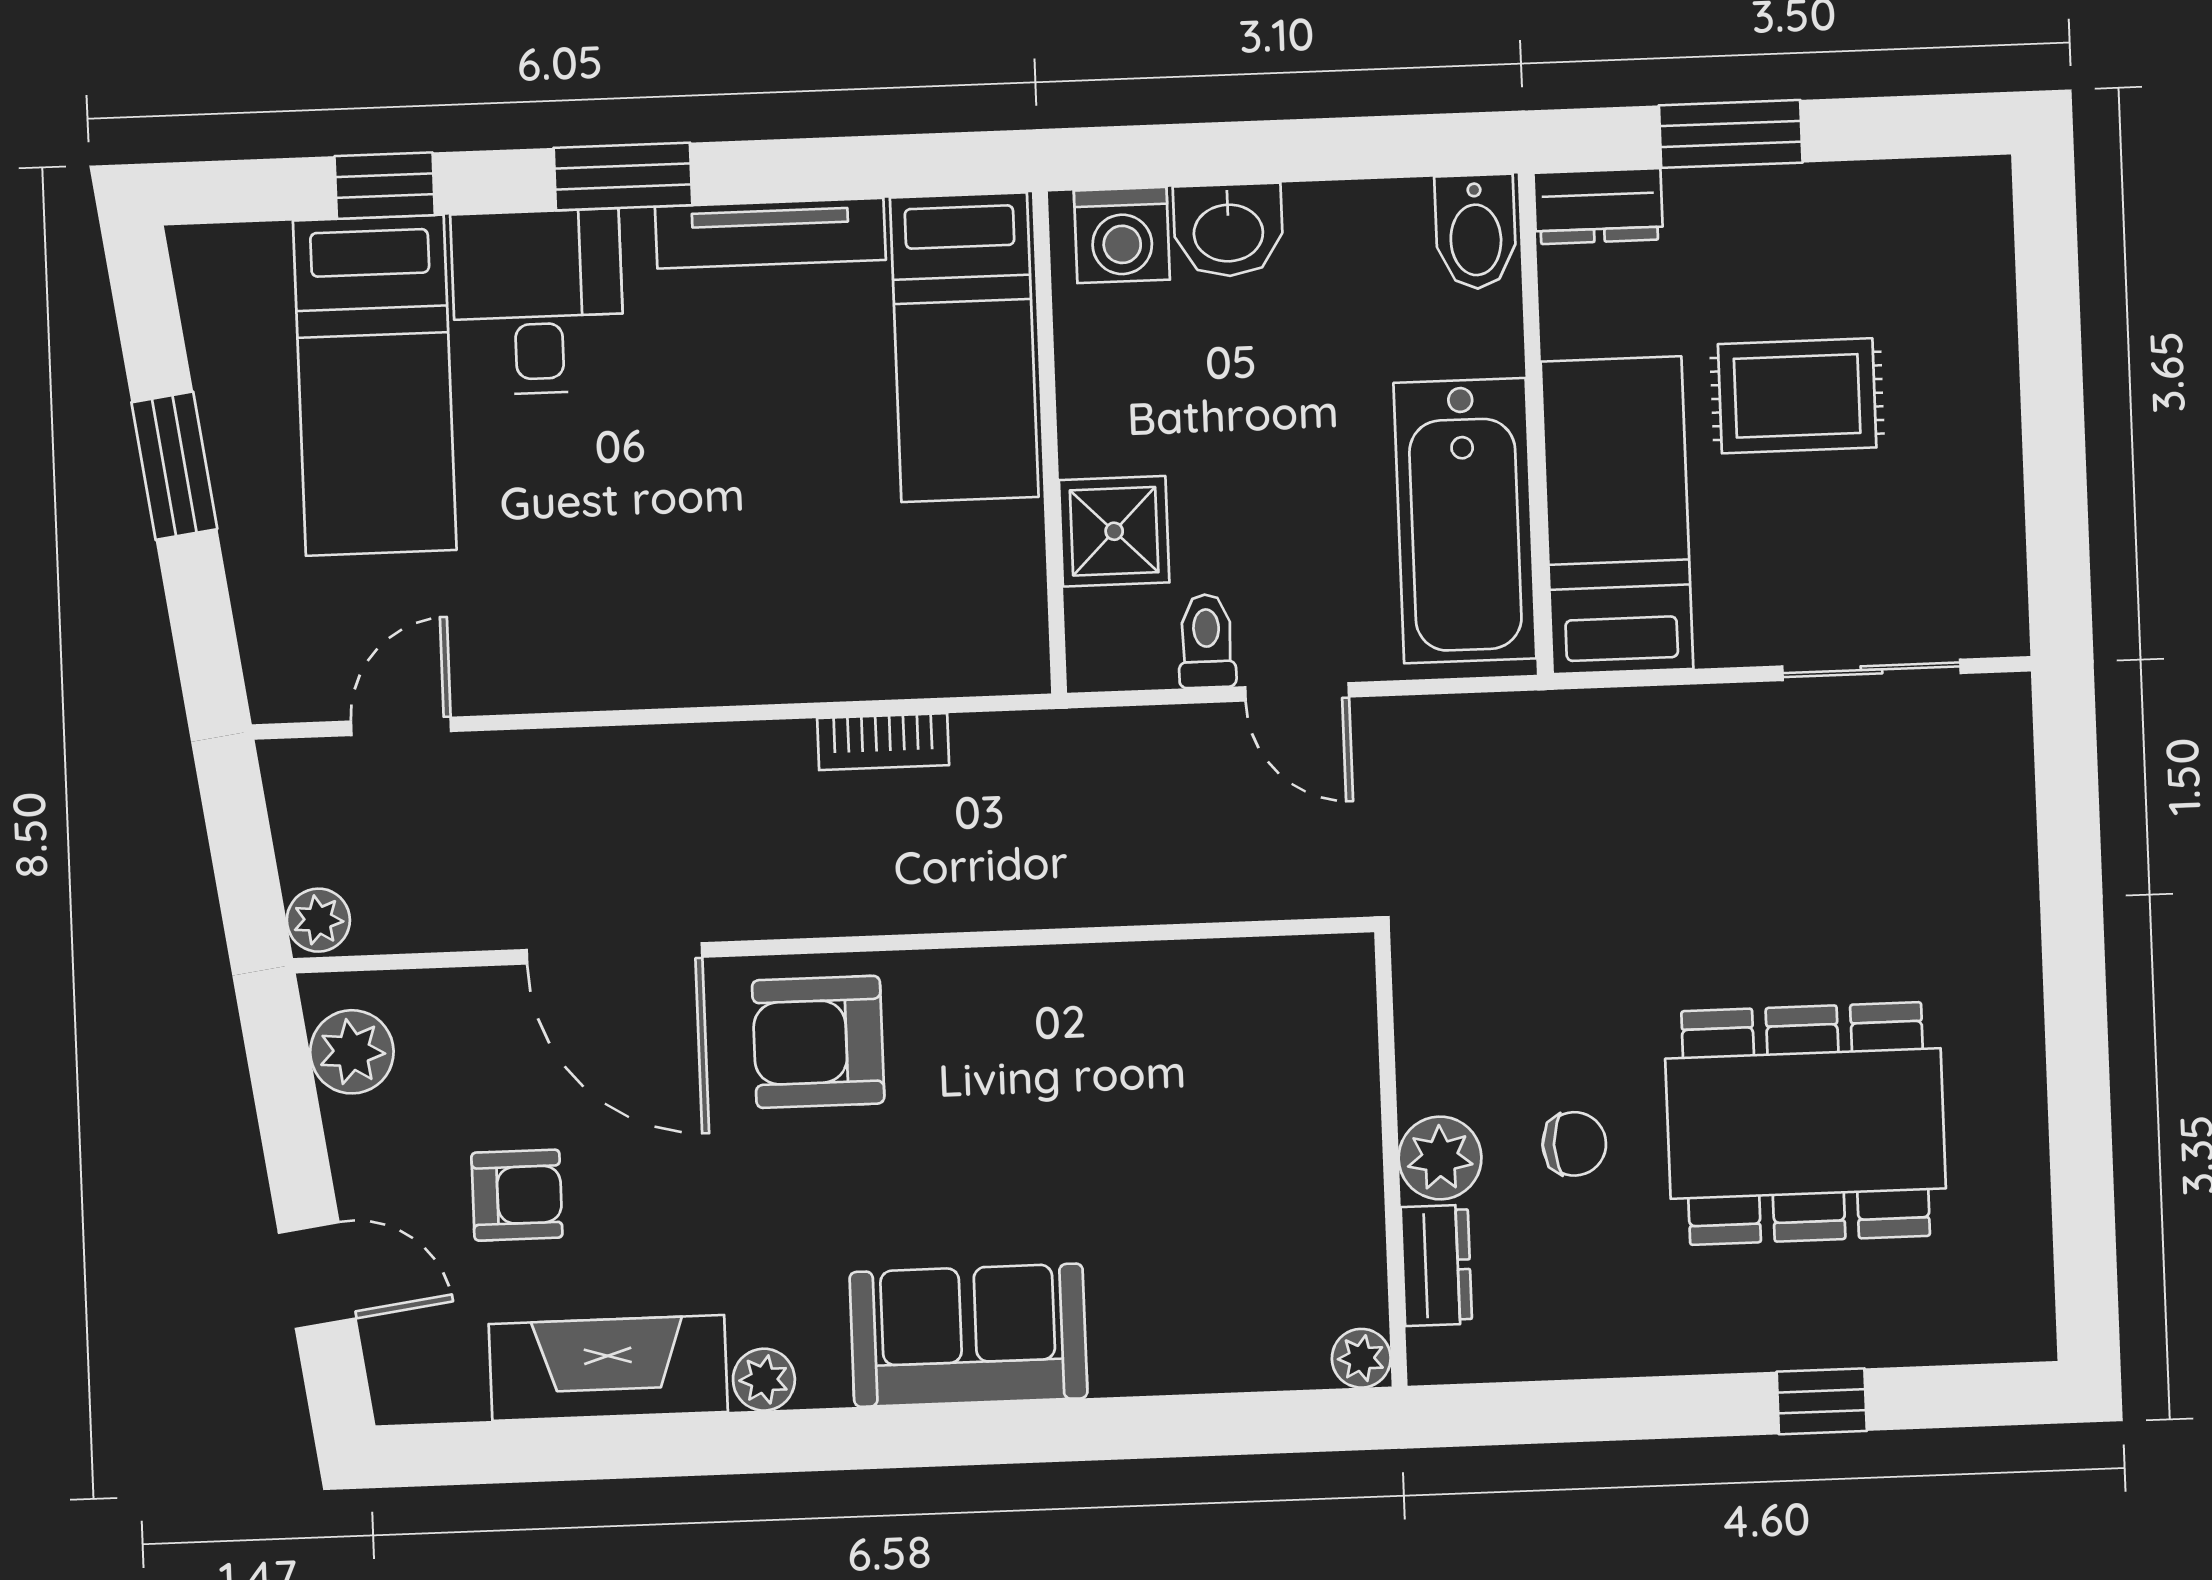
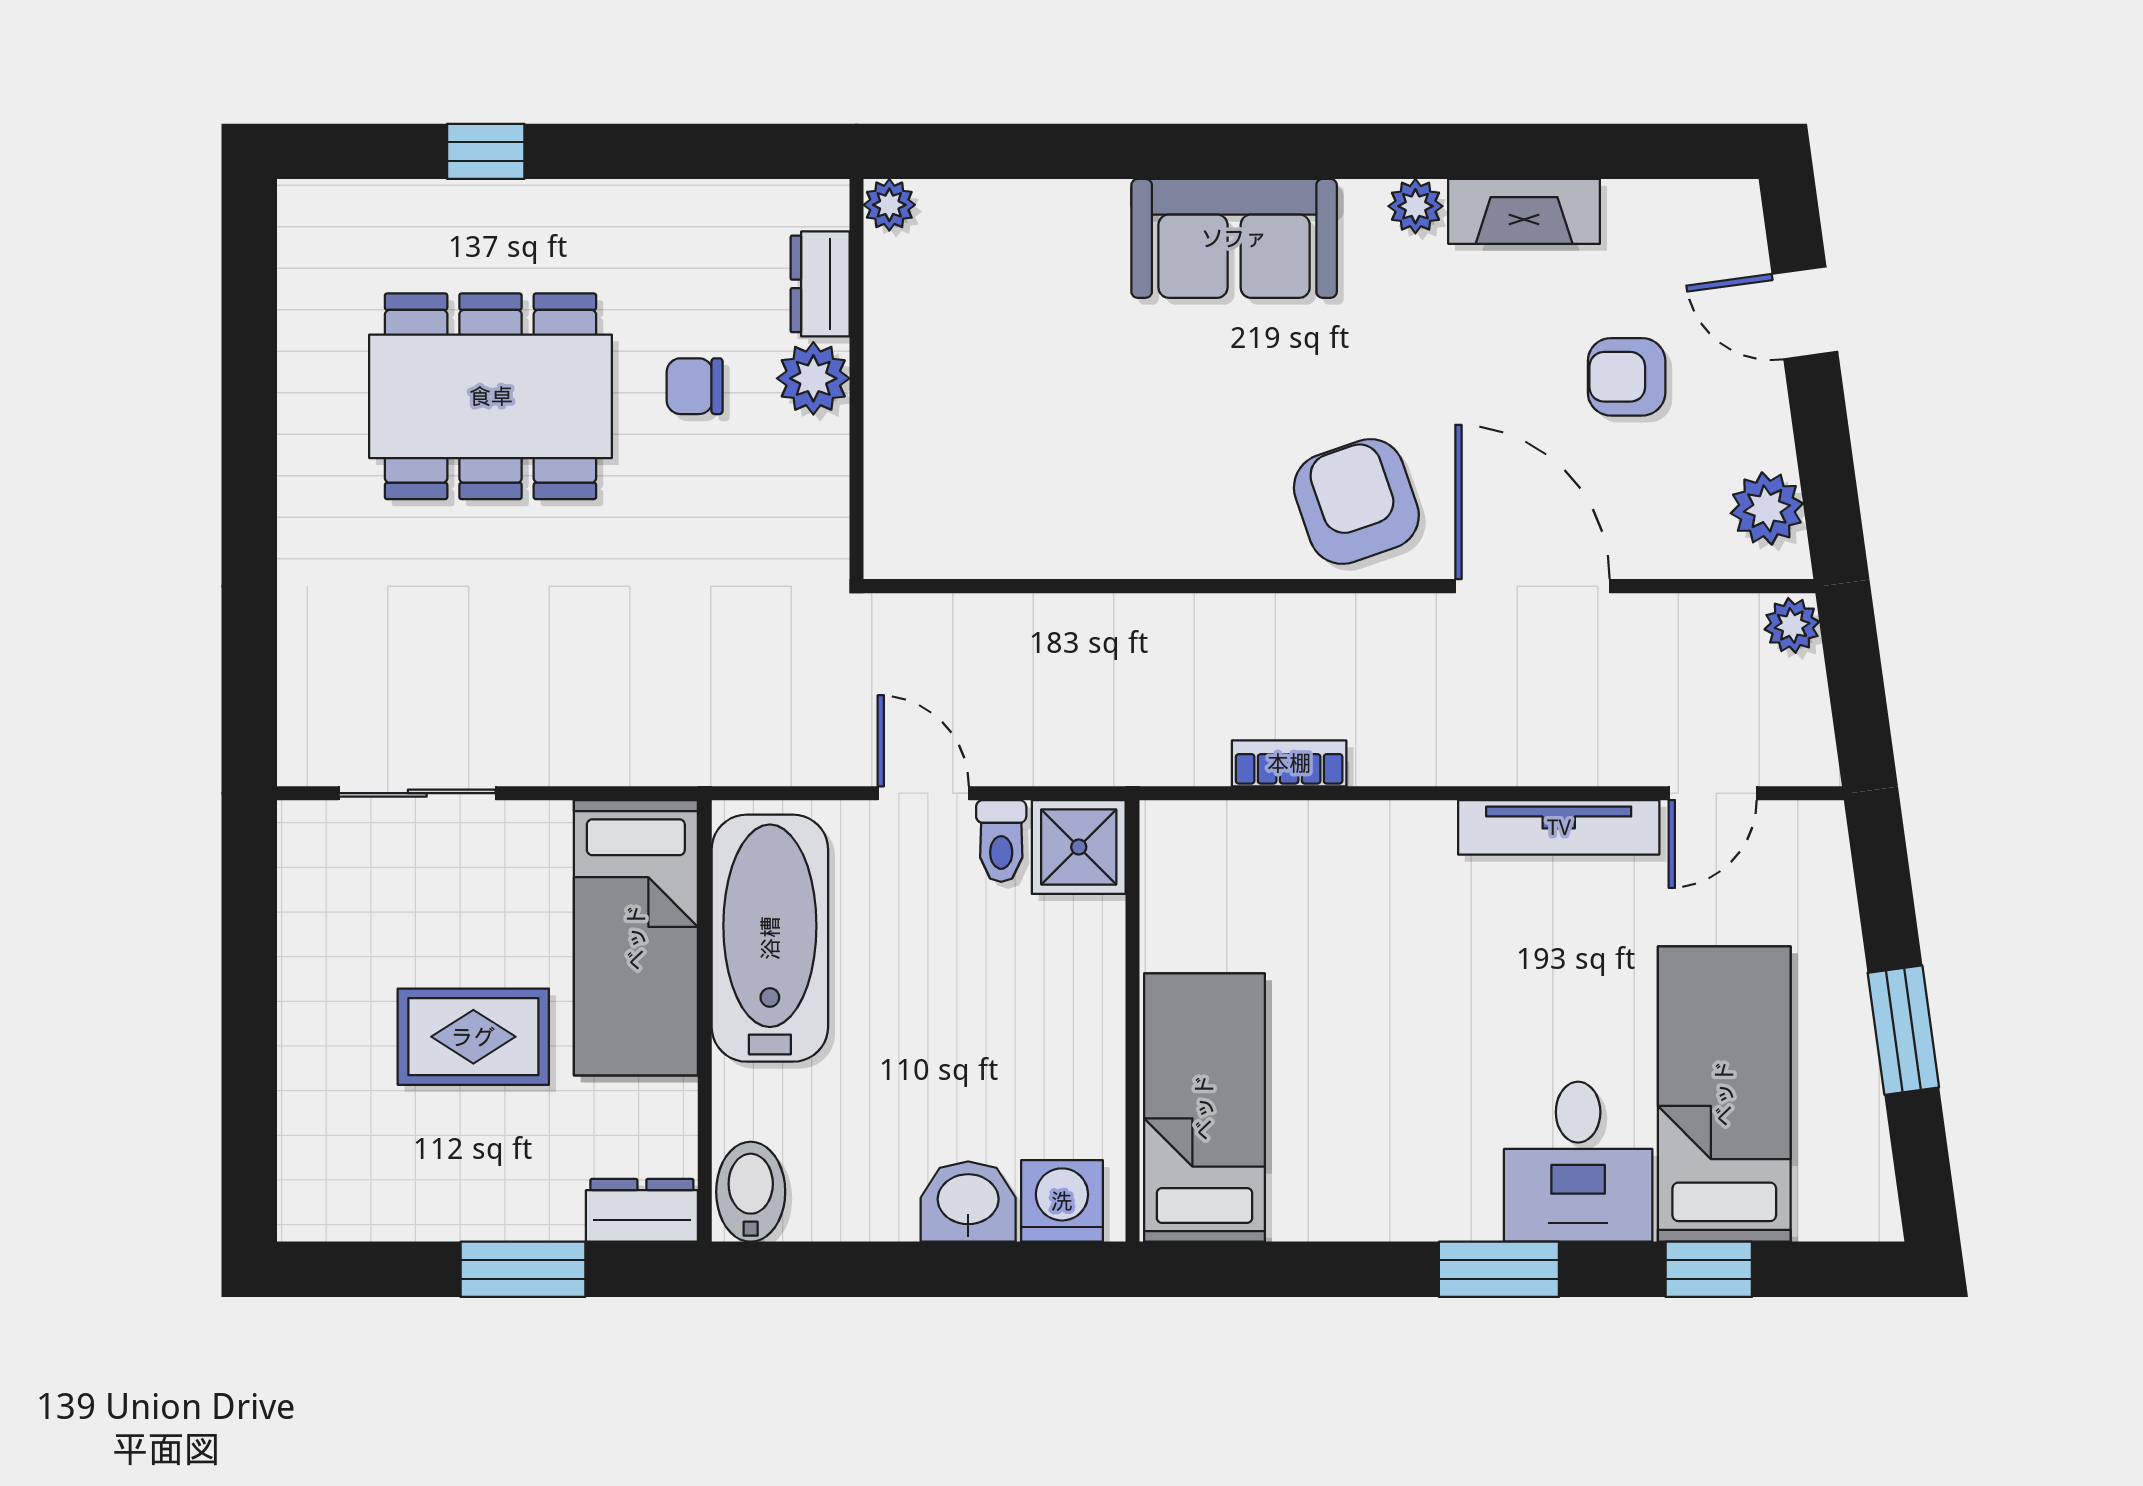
tv unit: (770, 233) -> (1559, 827), moved, turned 180
shower: (1114, 531) -> (1079, 847), moved
armchair: (818, 1042) -> (1356, 501), turned -109
fireplace: (608, 1368) -> (1524, 211), width x0.73, depth x0.76

